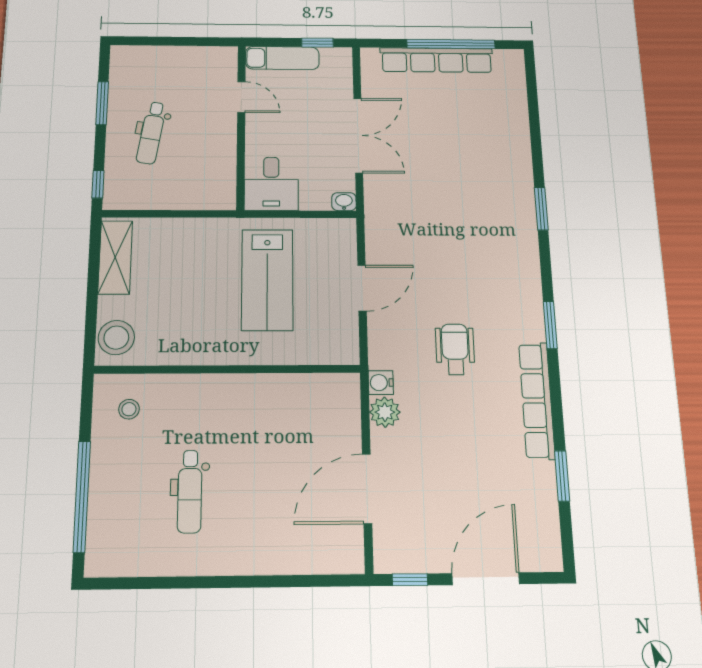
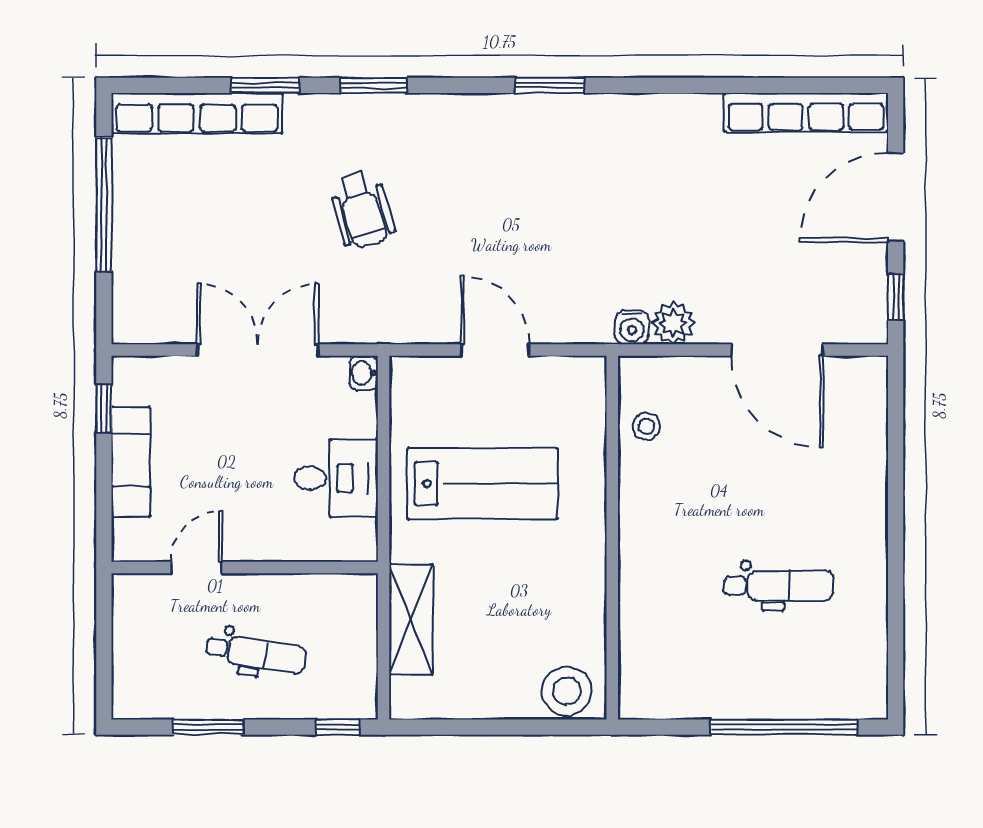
row of seats: (437, 60) -> (197, 113), moved, turned 90
door: (241, 97) -> (197, 568), moved
wall: (241, 126) -> (245, 568), moved
shelving: (115, 257) -> (411, 619), moved, turned 90
wheelchair: (455, 349) -> (362, 209), moved, turned -106
row of seats: (537, 400) -> (806, 112), moved
stool: (129, 409) -> (646, 426), moved
window: (562, 476) -> (265, 85), moved
door: (486, 579) -> (896, 197), hinge flipped

